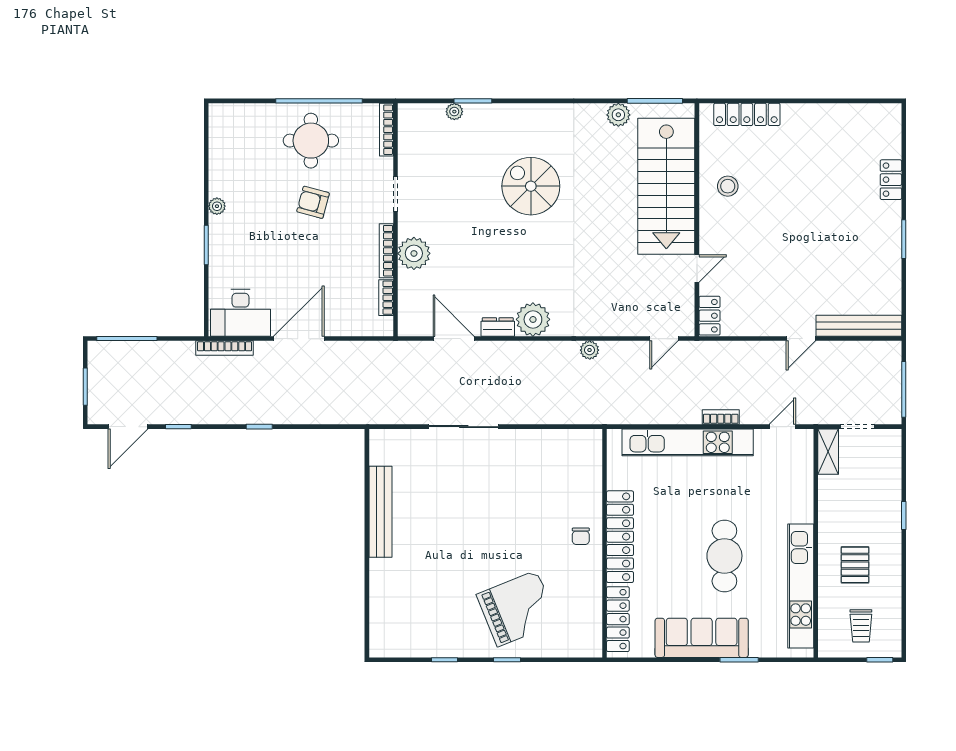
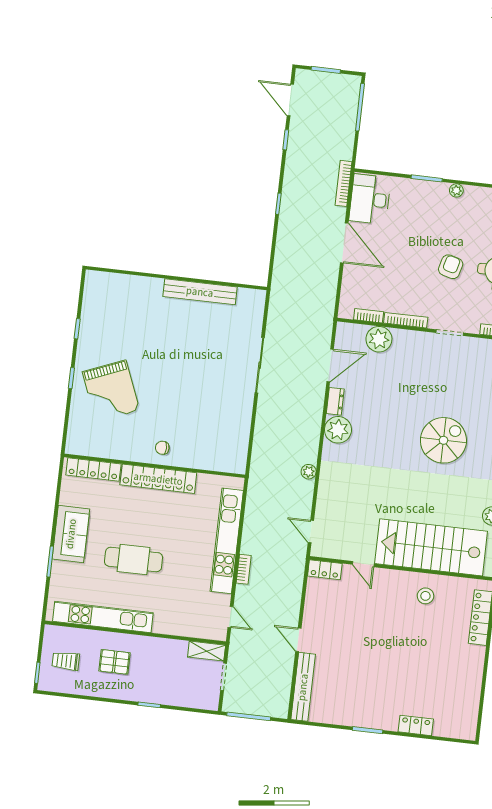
plant: (414, 253) -> (379, 339), moved
sofa: (702, 638) -> (71, 534), width x0.73

